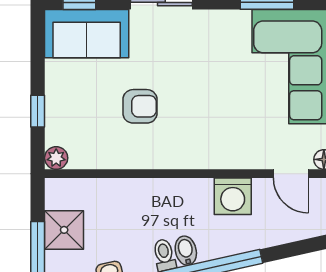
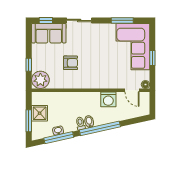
plant: (56, 158) -> (40, 80), width x1.88, depth x1.88

